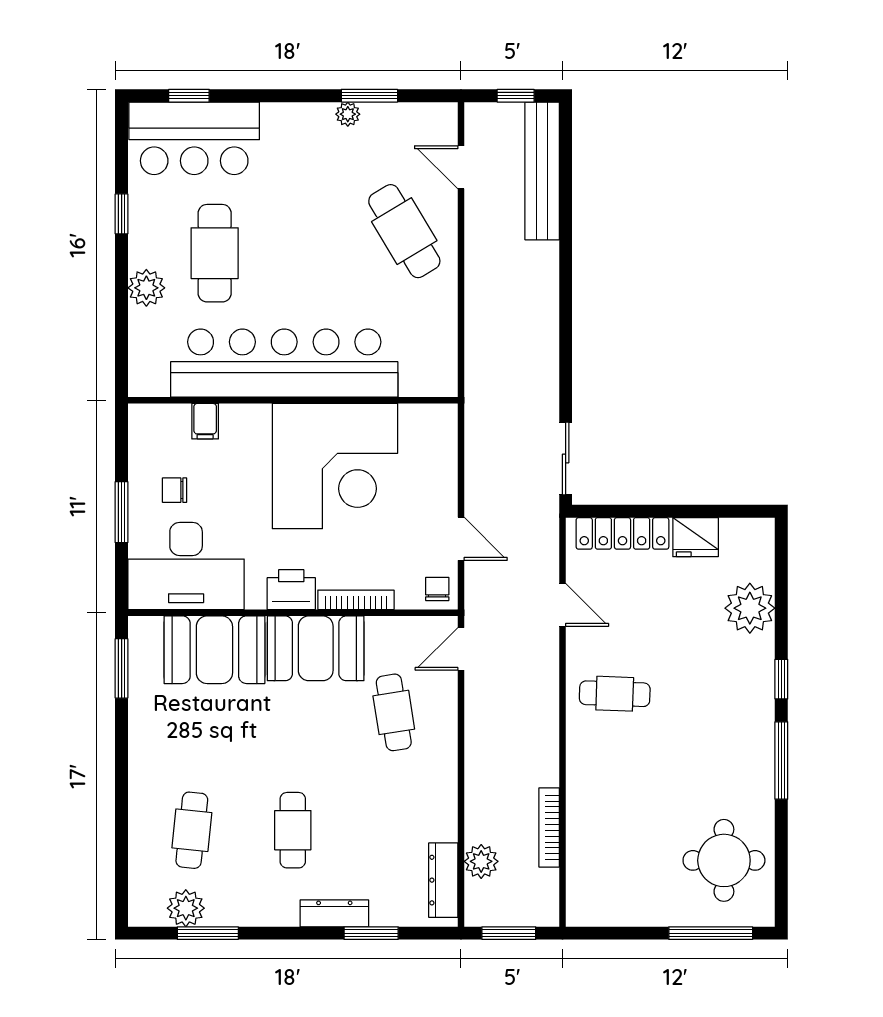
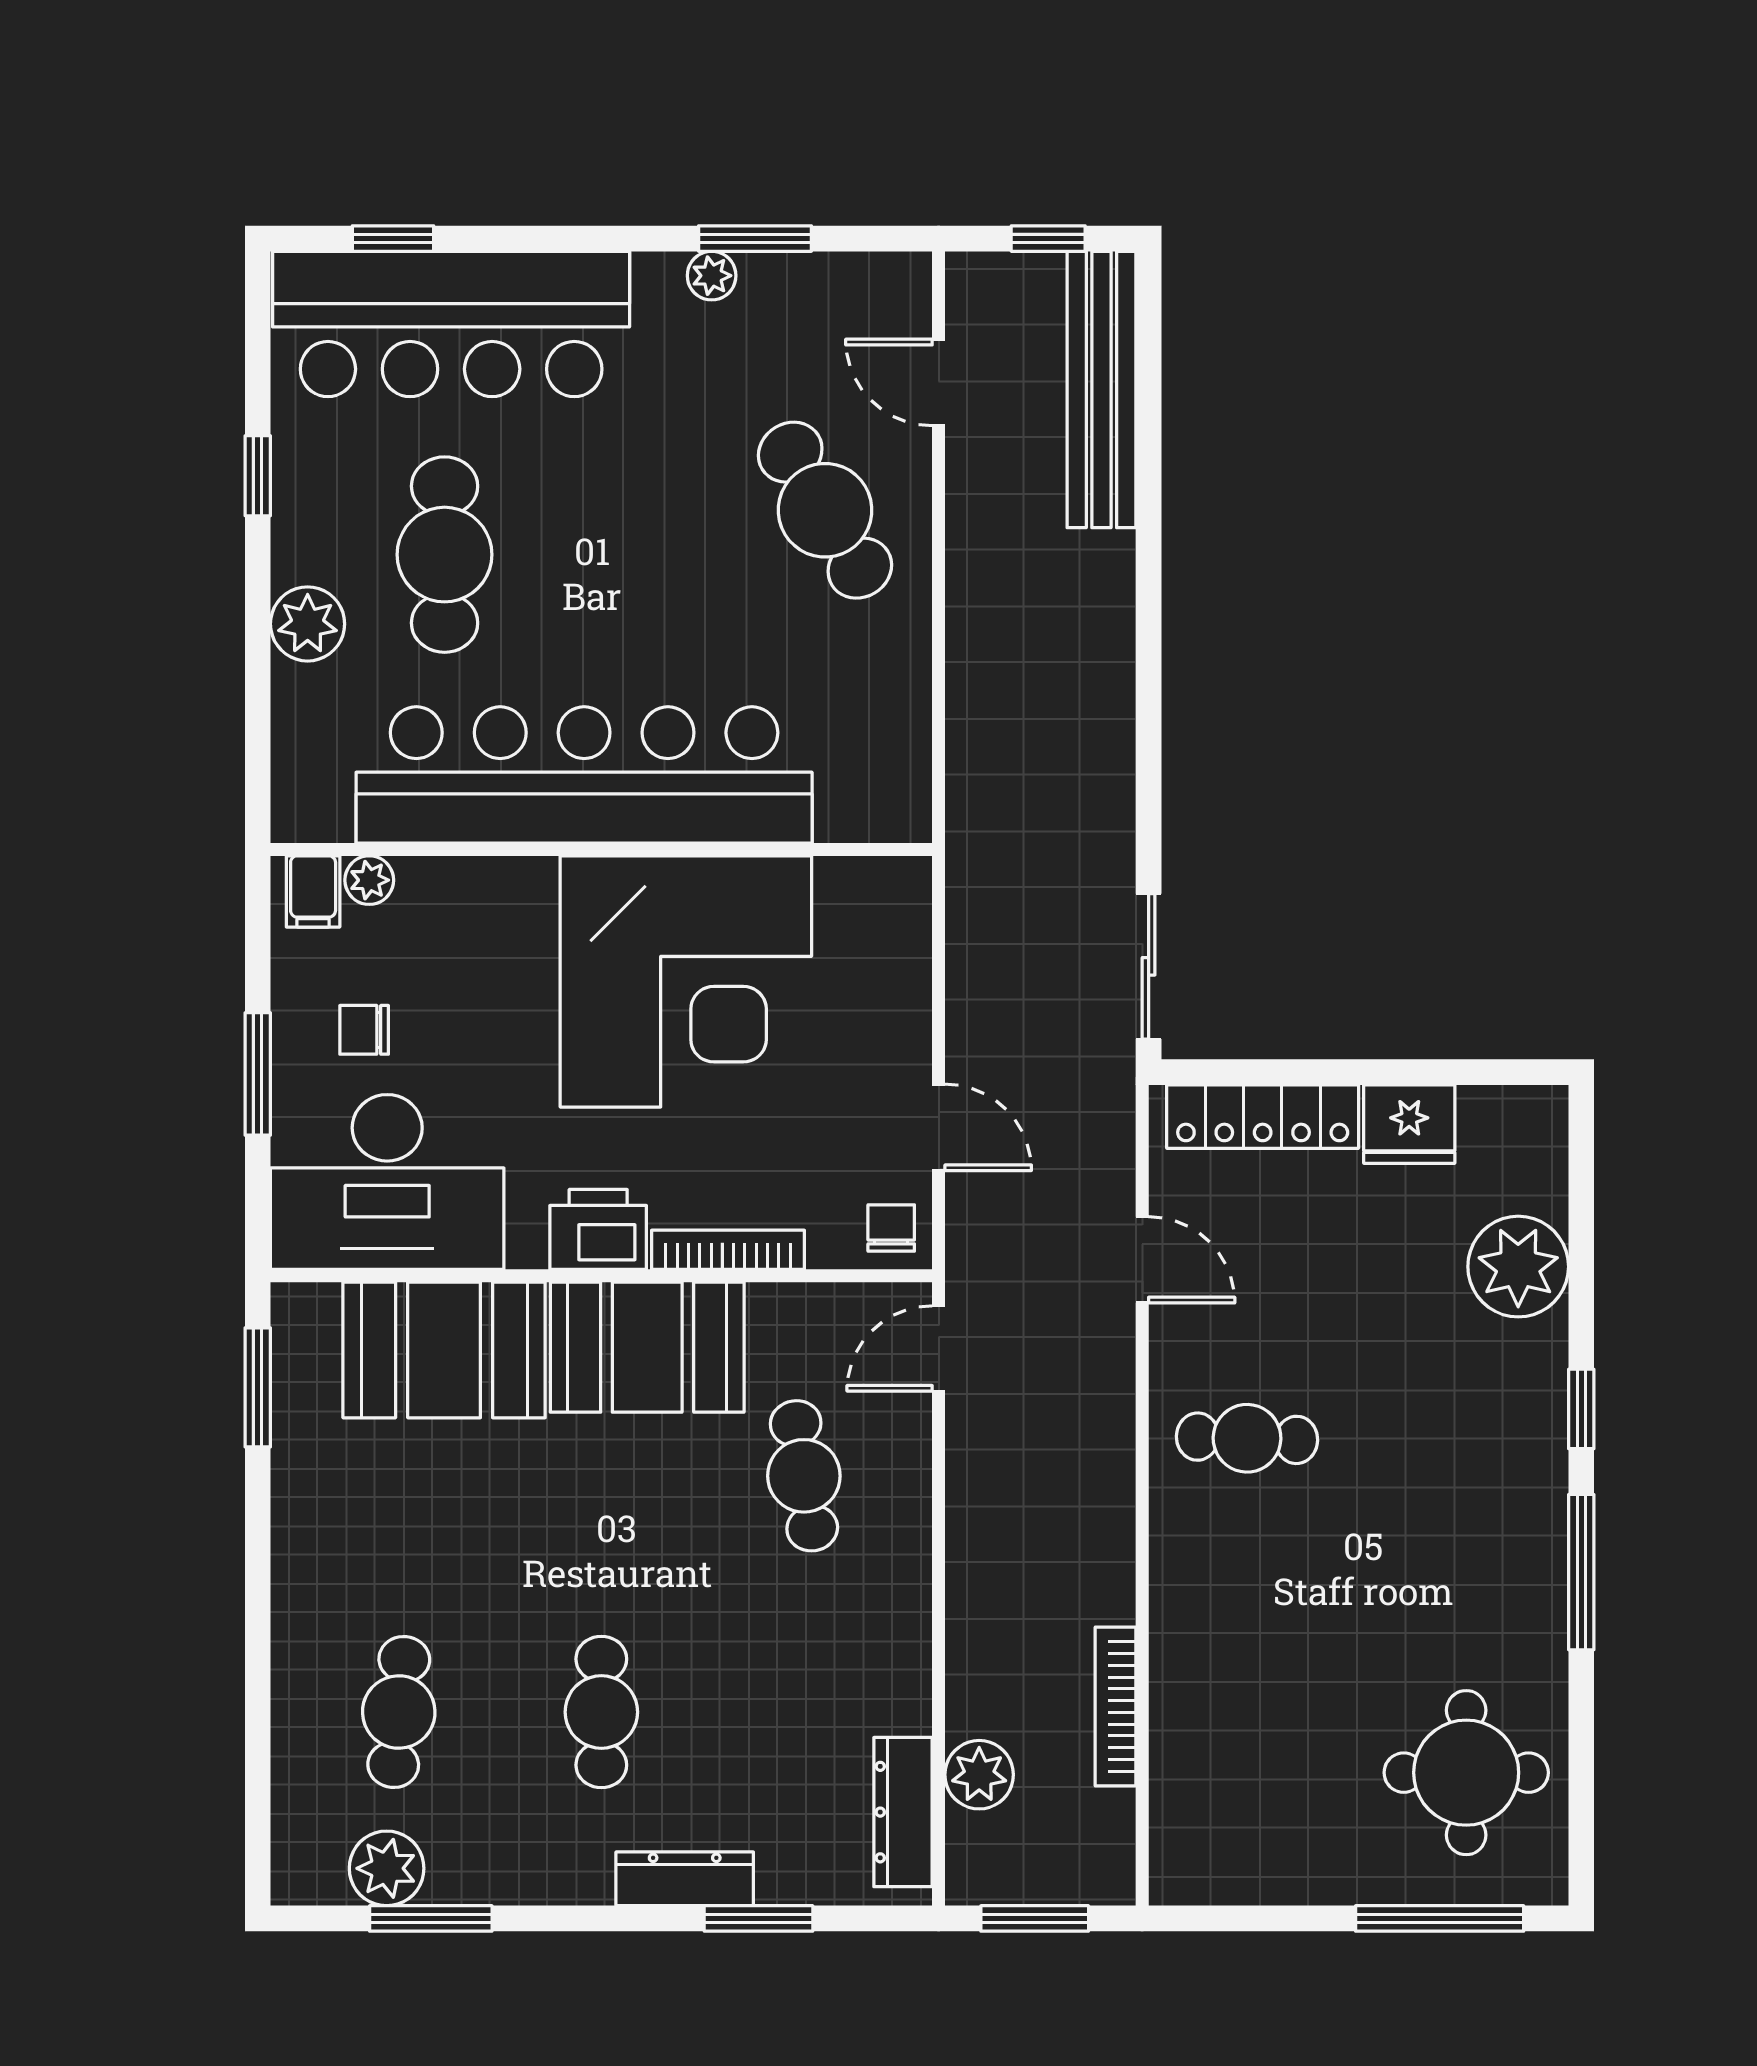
bar counter: (194, 138) -> (451, 324), width x1.36
plant: (177, 415) -> (369, 880), added
filing cabinet: (205, 421) -> (313, 891), moved

